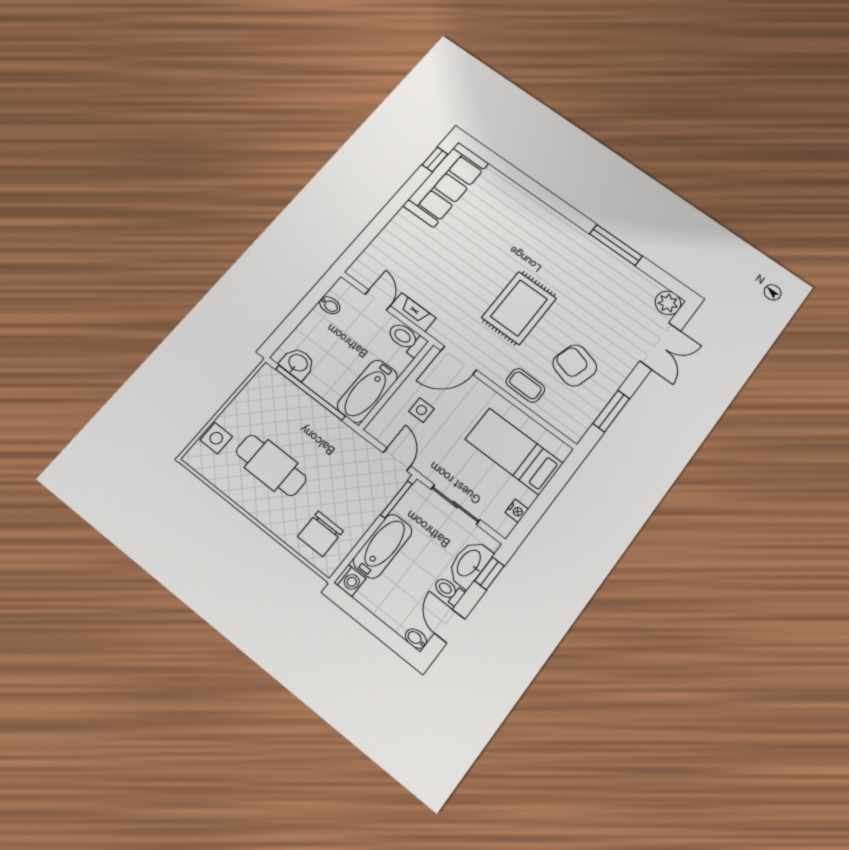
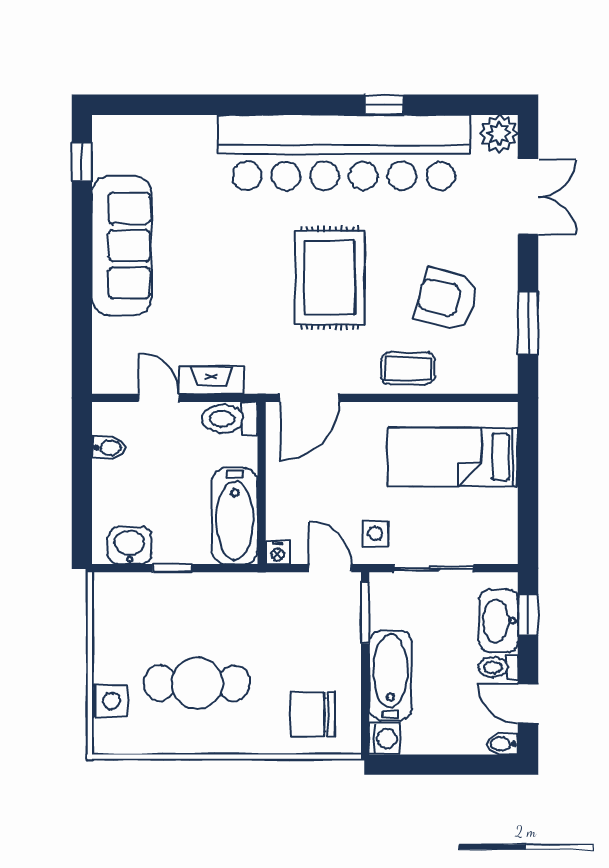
sofa: (446, 184) -> (122, 246), moved
window: (616, 245) -> (384, 105), width x0.46
bar counter: (576, 252) -> (344, 153), added
window: (310, 393) -> (172, 568), width x0.32
side table: (422, 410) -> (375, 534), moved
nightstand: (517, 511) -> (278, 553), moved, turned 90
chair: (320, 534) -> (313, 714), turned 90

